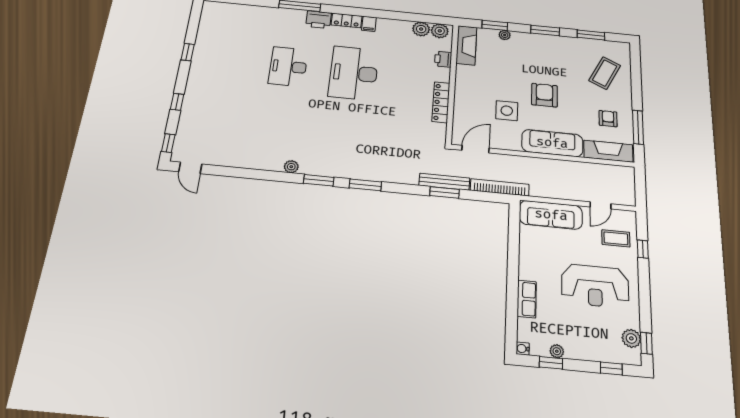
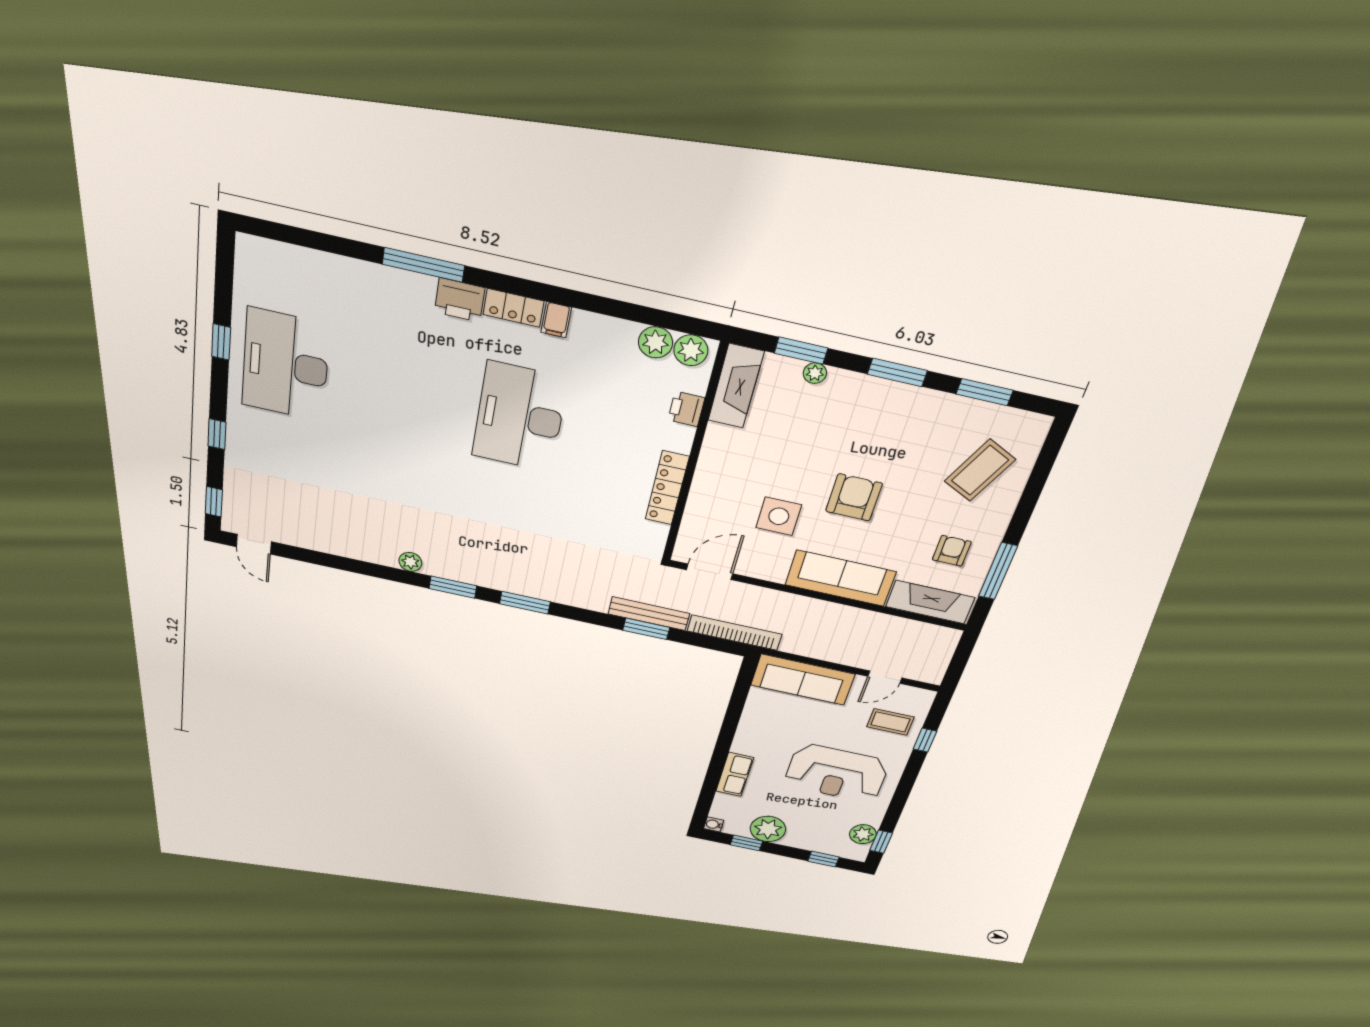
desk: (288, 67) -> (285, 365), moved, width x1.36, depth x1.30
plant: (557, 351) -> (768, 829), width x1.88, depth x1.88

